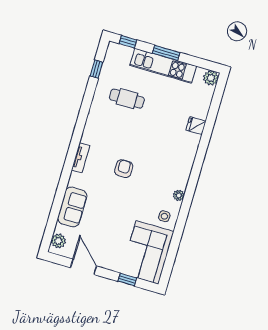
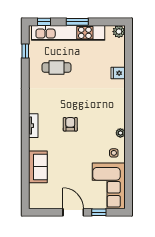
kitchen unit: (163, 66) -> (68, 33), width x1.36
plant: (58, 241) -> (35, 197), removed
door: (83, 267) -> (73, 212), moved

